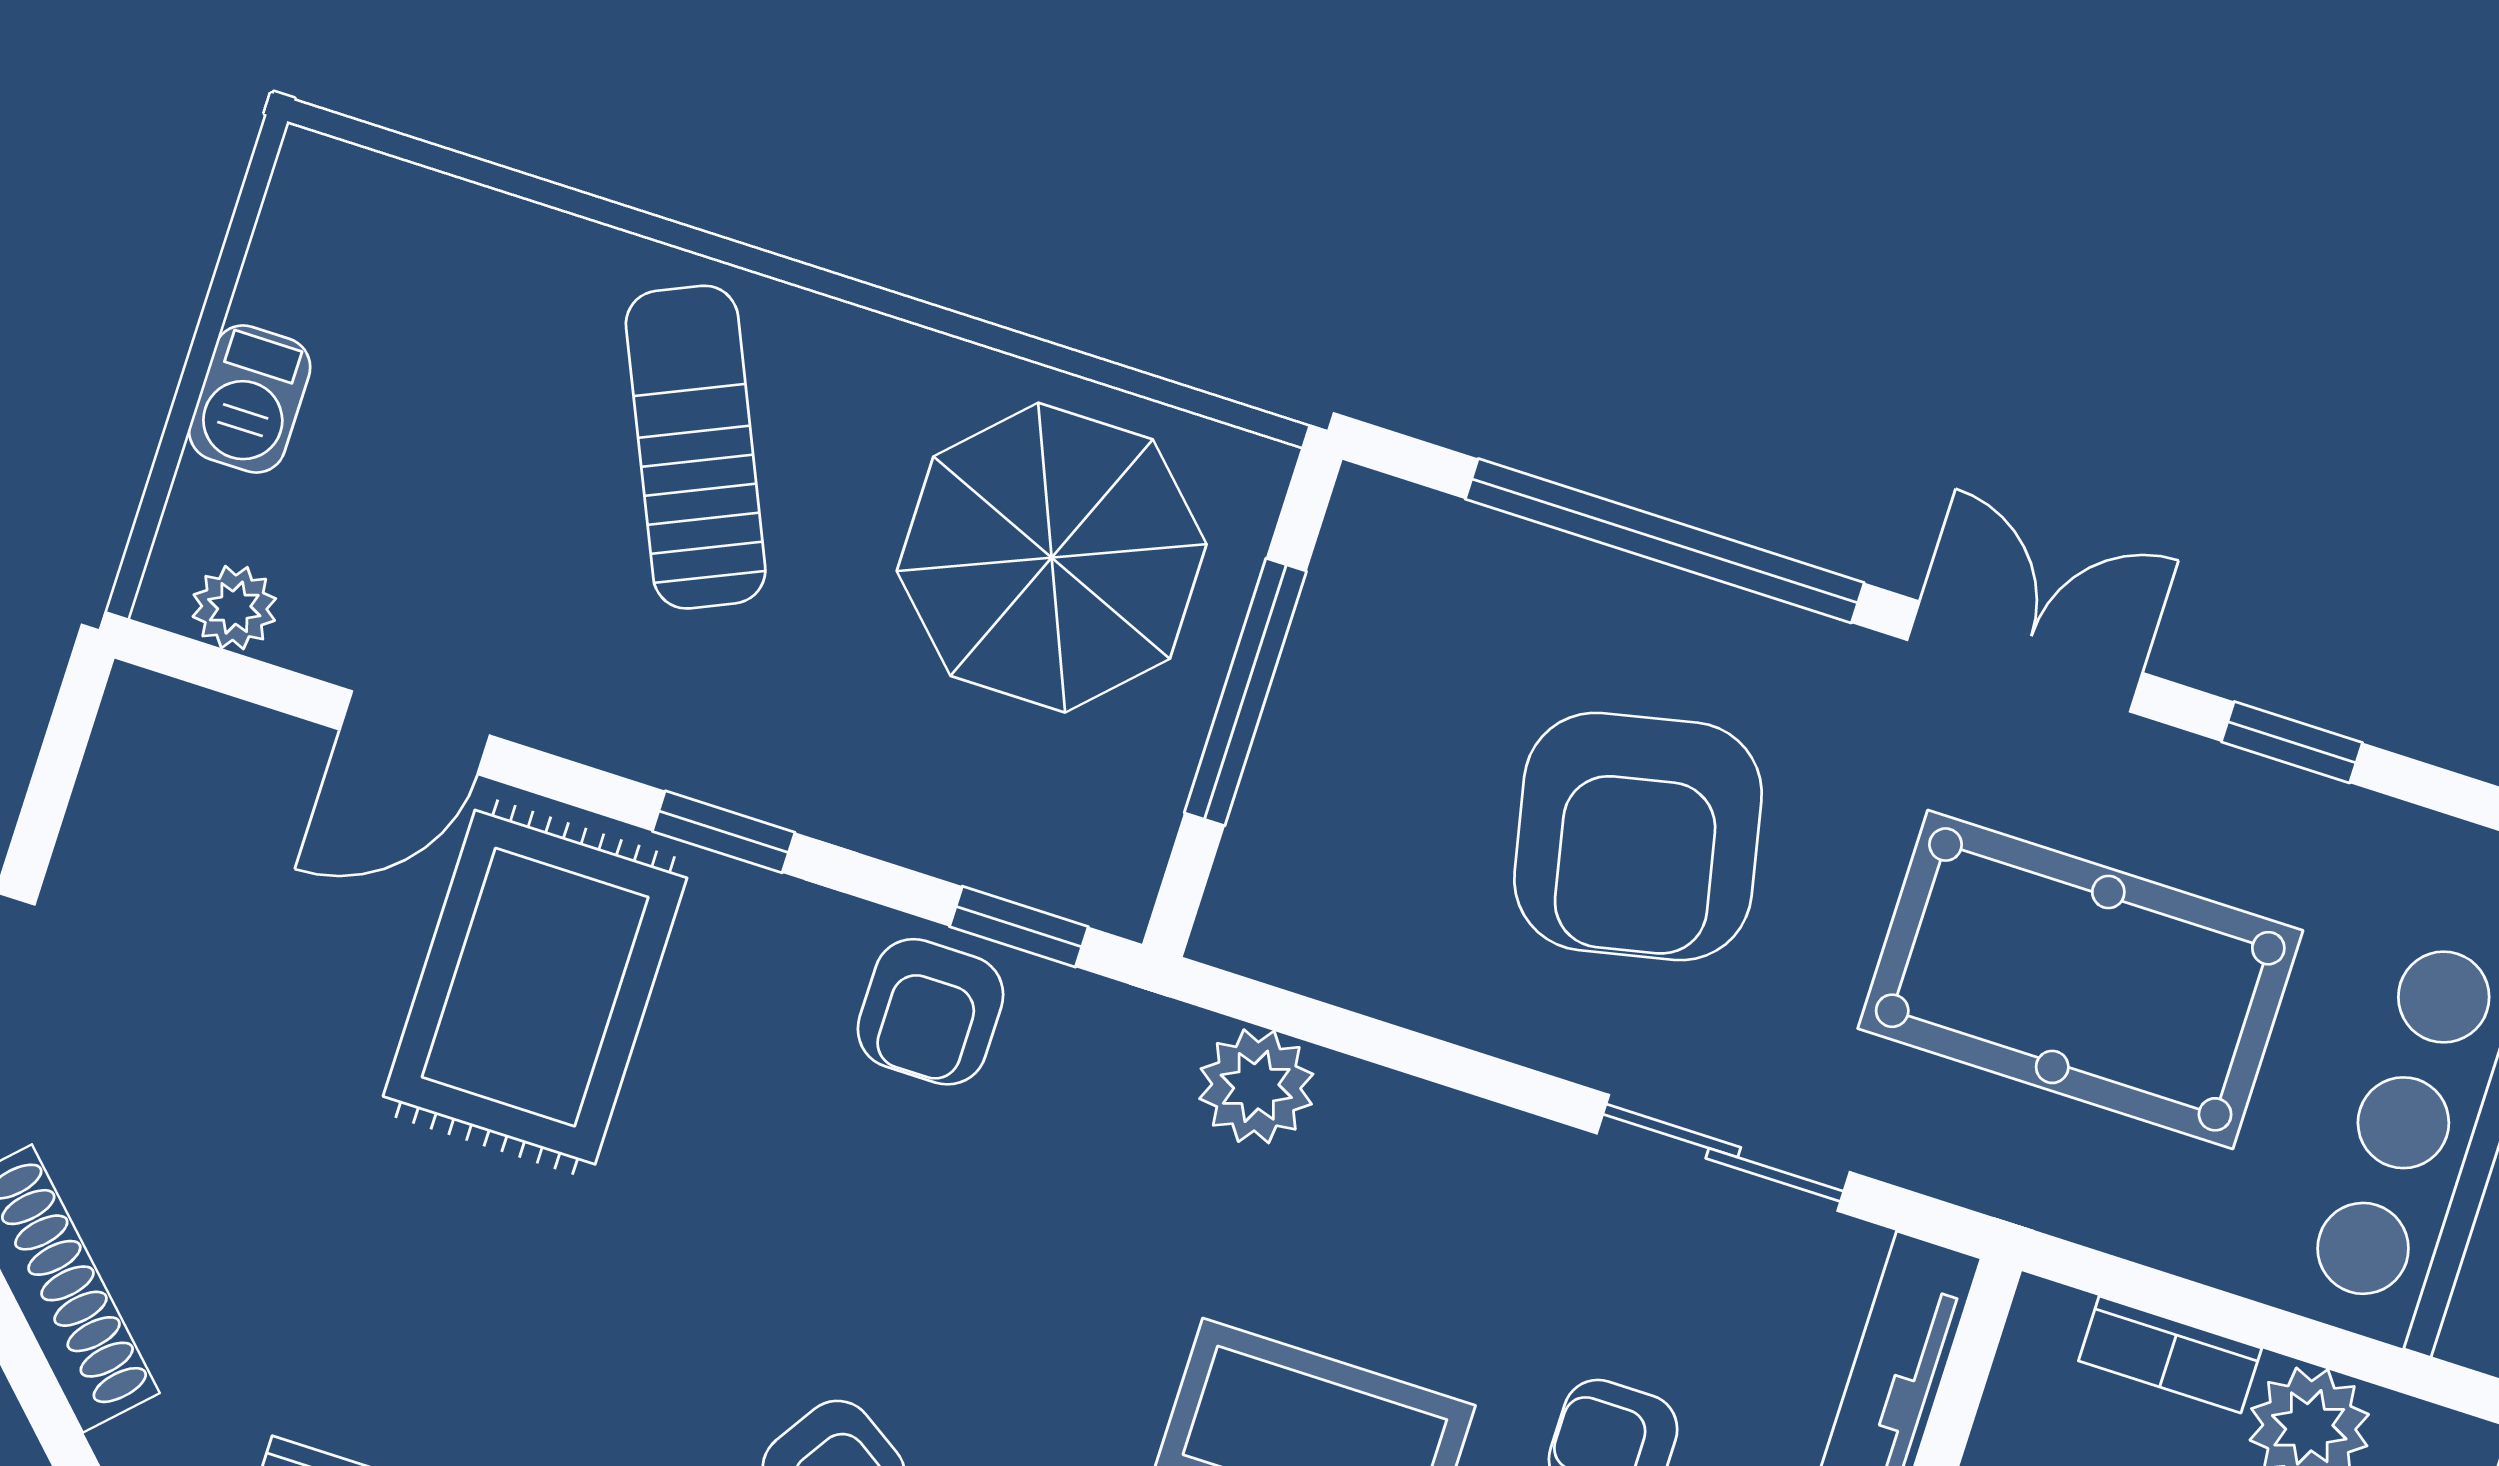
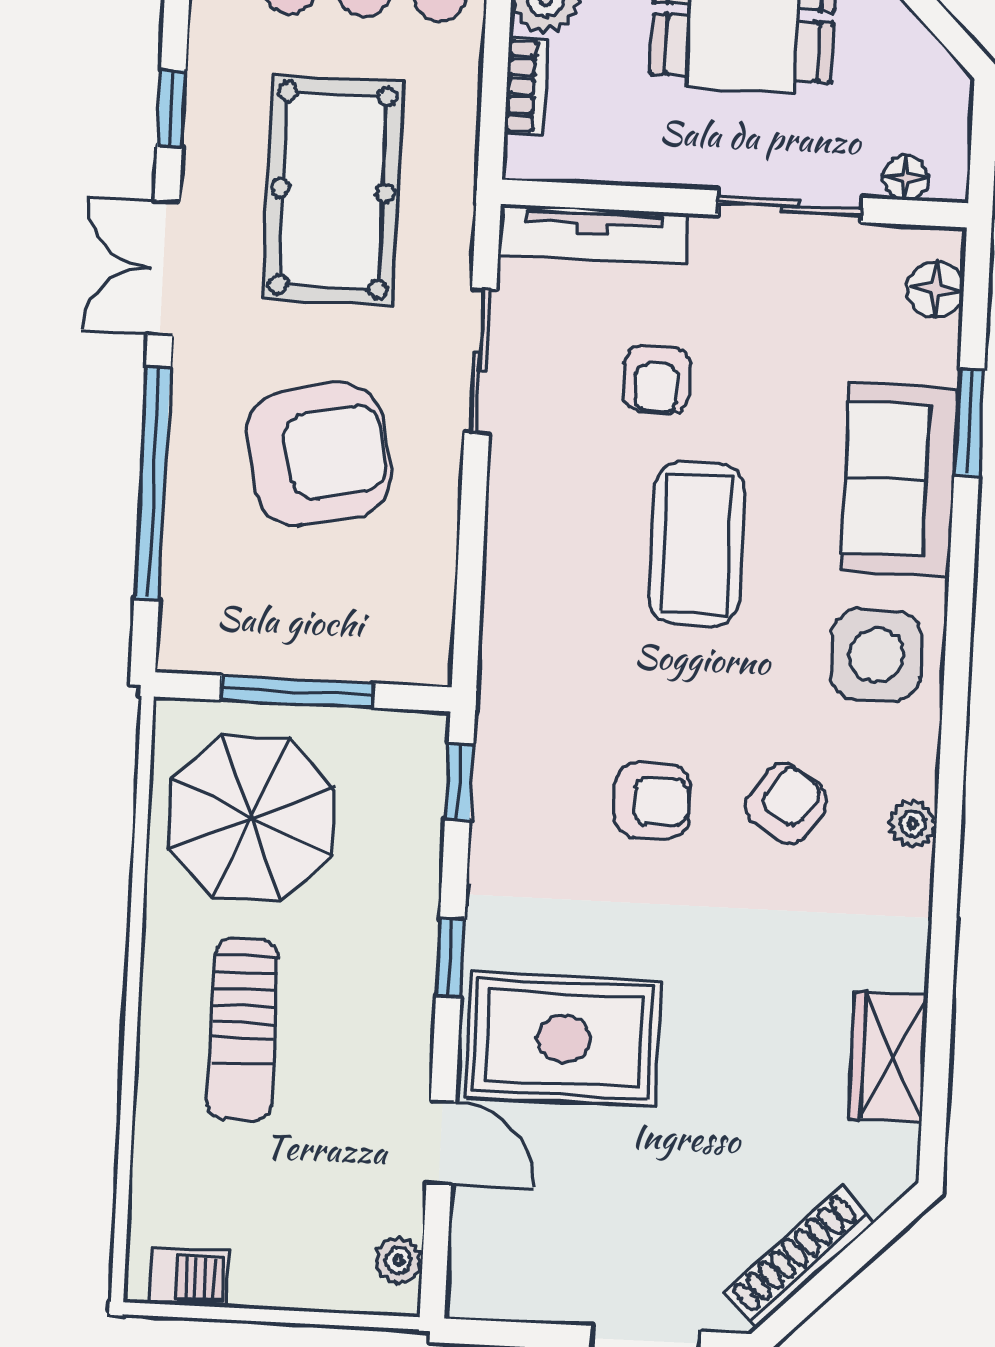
barbecue: (250, 399) -> (189, 1277), moved
sun lounger: (696, 447) -> (243, 1030), turned -66
armchair: (930, 1012) -> (652, 801), moved
plant: (1256, 1086) -> (512, 628), removed

